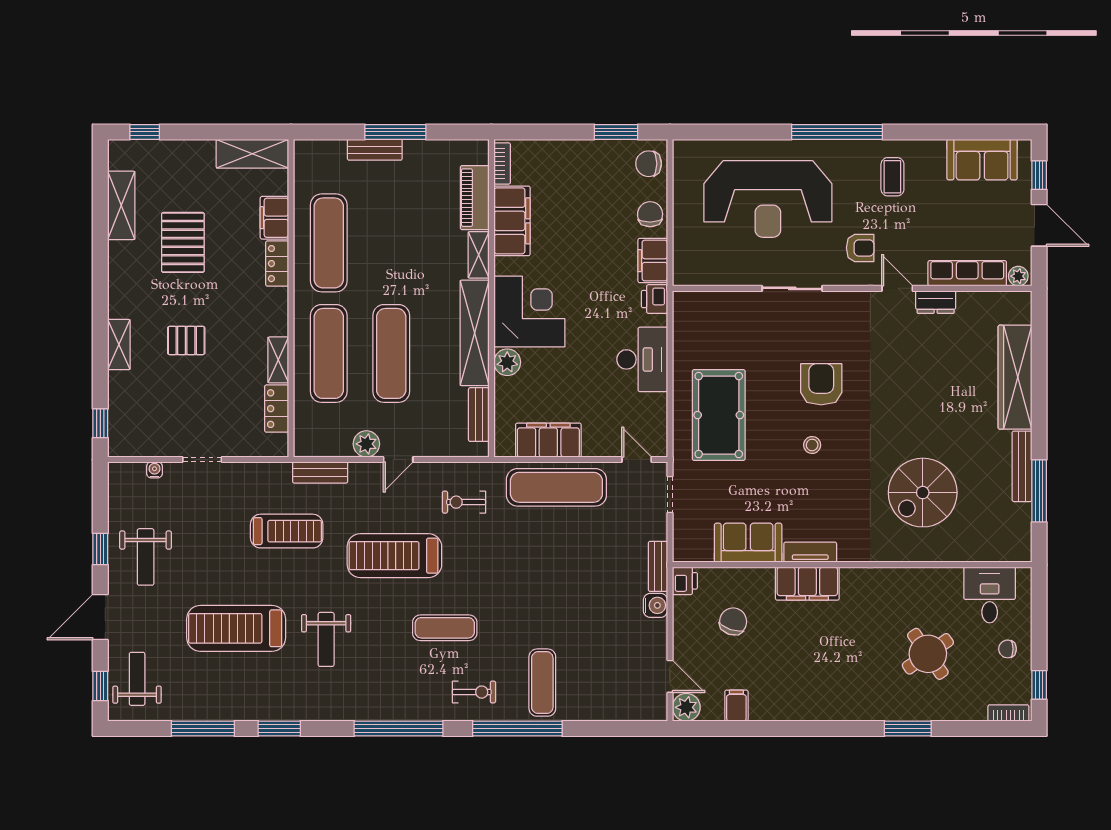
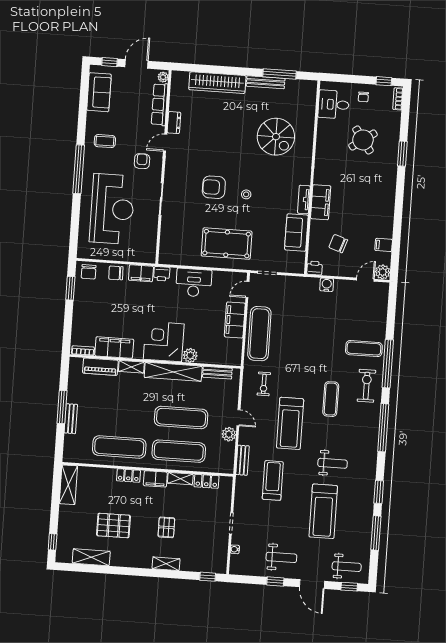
filing cabinet: (274, 218) -> (155, 479), moved
filing cabinet: (548, 440) -> (235, 320), moved
bench: (658, 566) -> (306, 282), removed
weight bench: (137, 679) -> (347, 567), turned 180
exercise bike: (474, 692) -> (366, 386), width x1.38, depth x1.39

